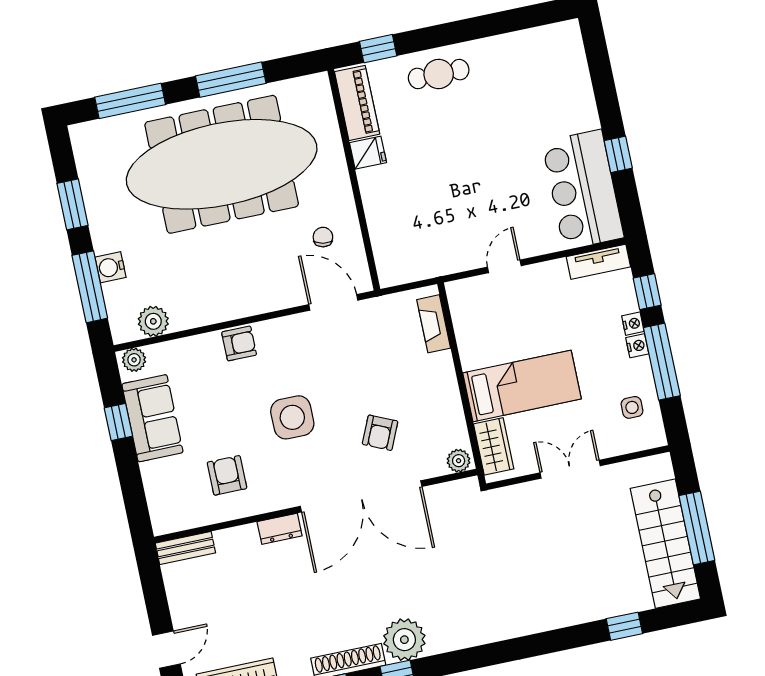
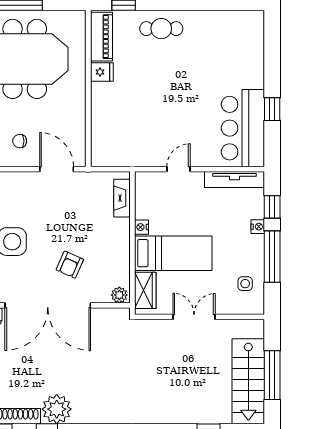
chair: (323, 237) -> (20, 141), moved, turned -101
tv unit: (598, 262) -> (234, 180), width x1.41
nightstand: (637, 346) -> (141, 227), moved, turned 180

